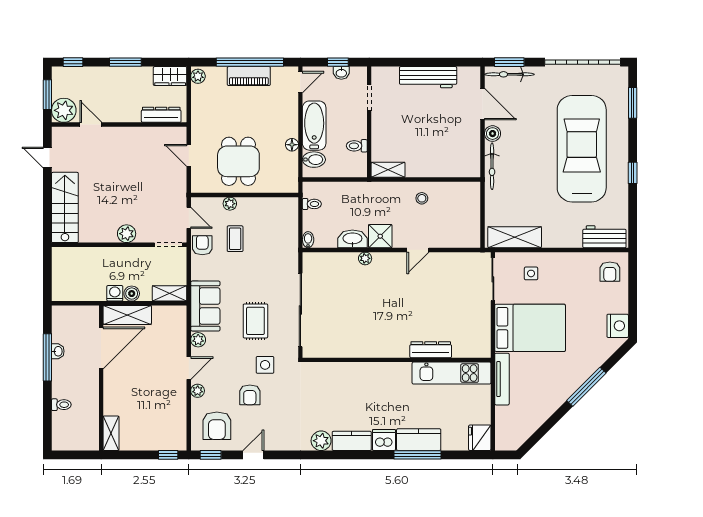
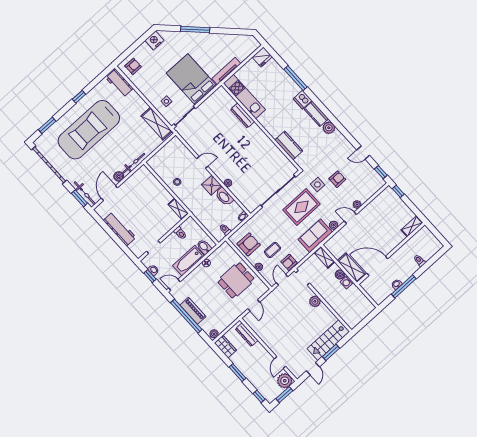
window: (47, 197) -> (331, 352), added
rug: (255, 321) -> (301, 207), width x1.36, depth x1.43
armchair: (217, 426) -> (249, 244), moved
kitchen counter: (419, 440) -> (289, 145), moved, turned 180

